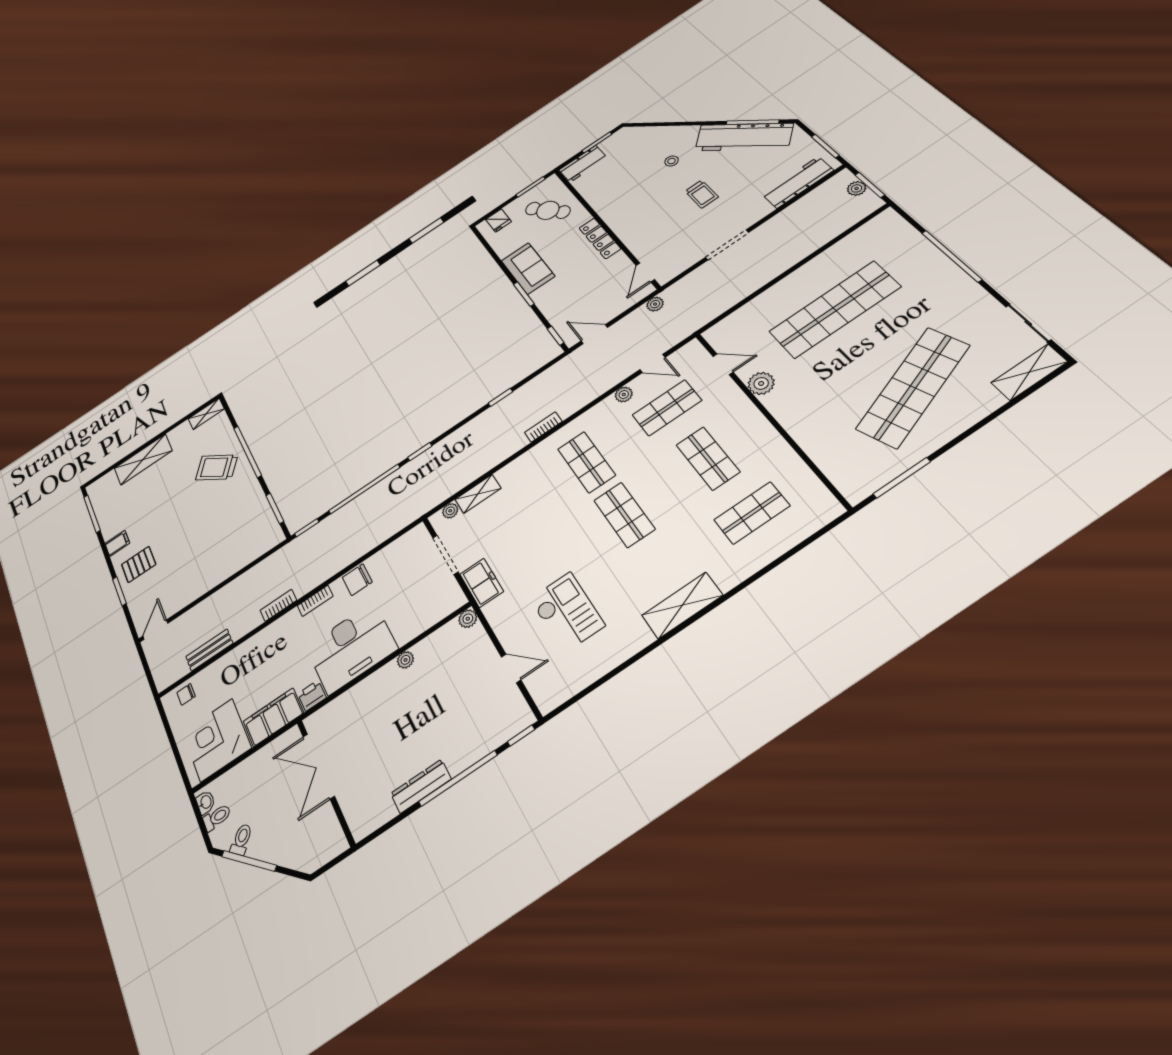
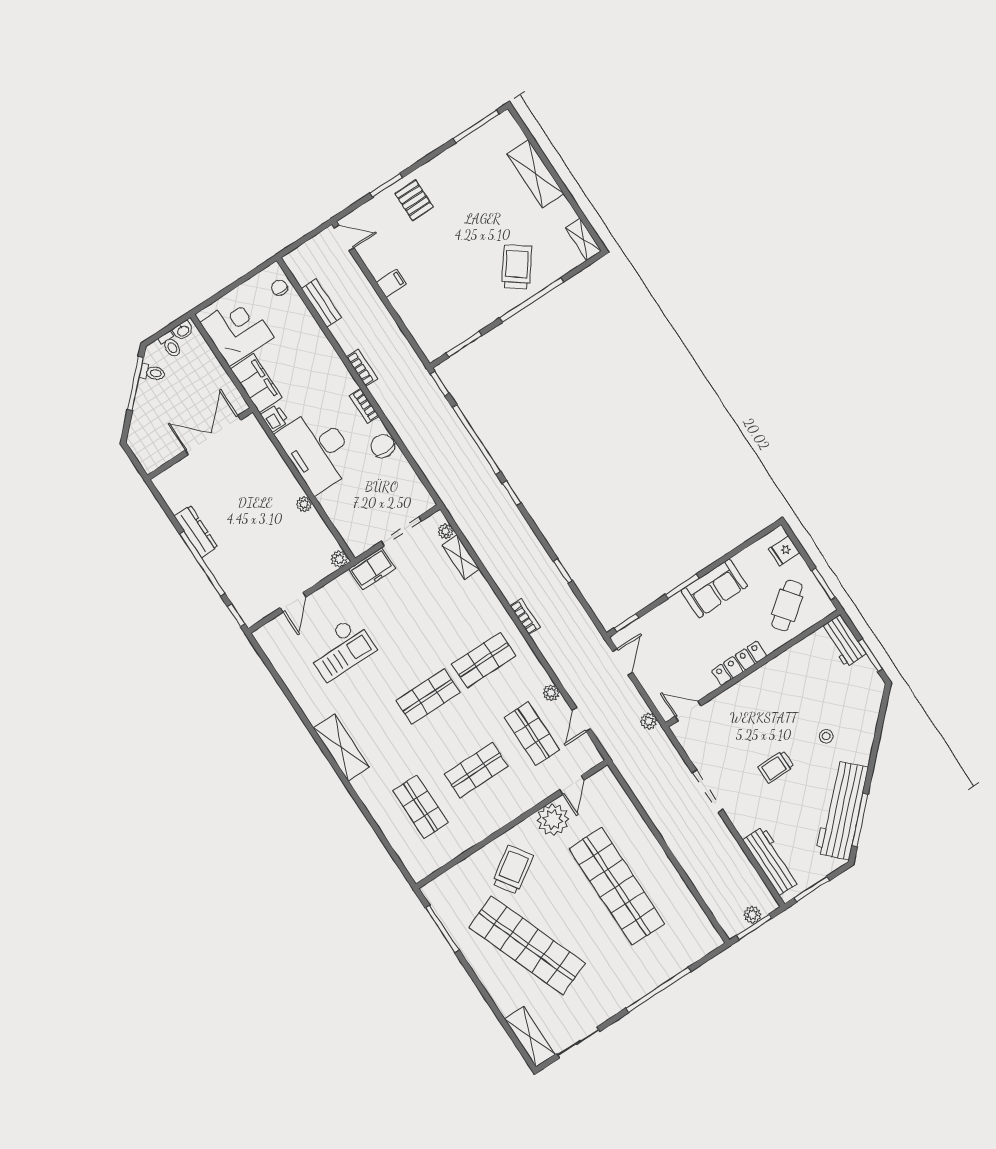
plant: (761, 383) -> (553, 820), width x1.36, depth x1.36
trolley: (822, 411) -> (513, 870), added
filing cabinet: (117, 543) -> (391, 283), moved, turned -90

